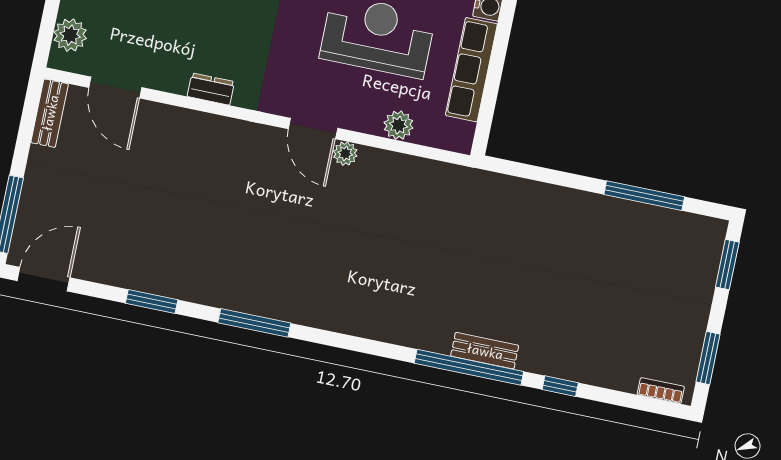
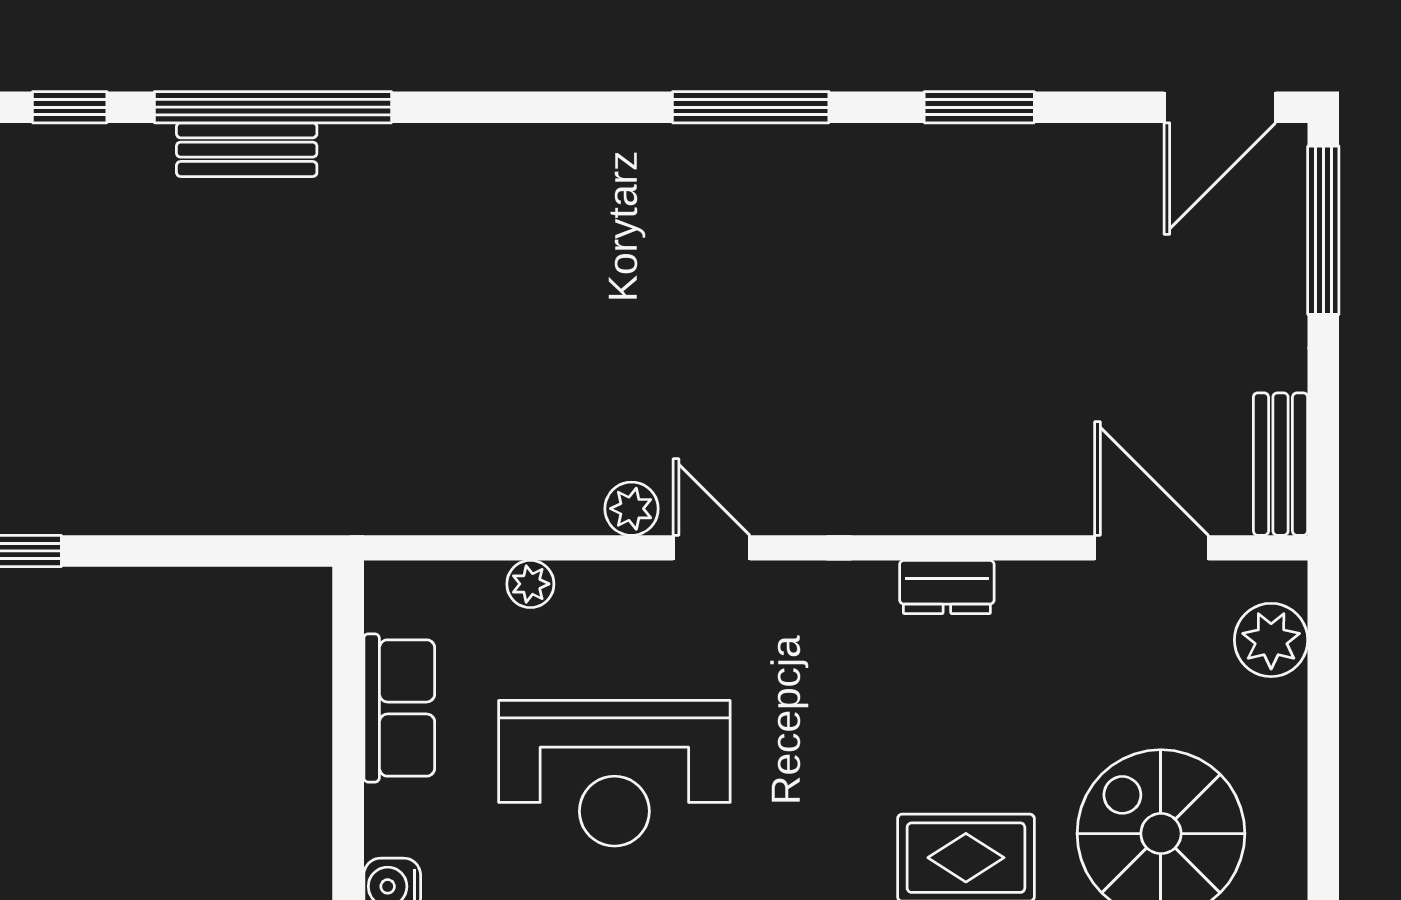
row of seats: (471, 70) -> (399, 708), width x0.68
plant: (398, 125) -> (530, 584), width x0.73, depth x0.73
door: (313, 129) -> (712, 548), width x0.73

